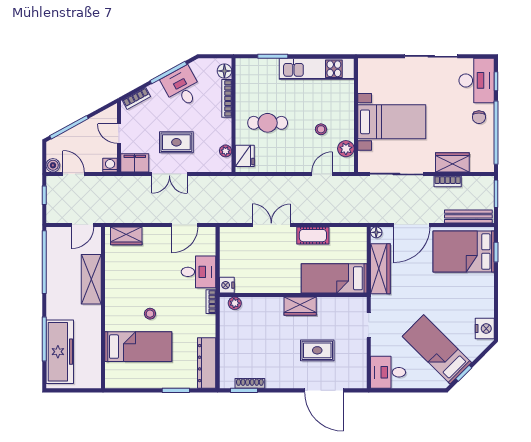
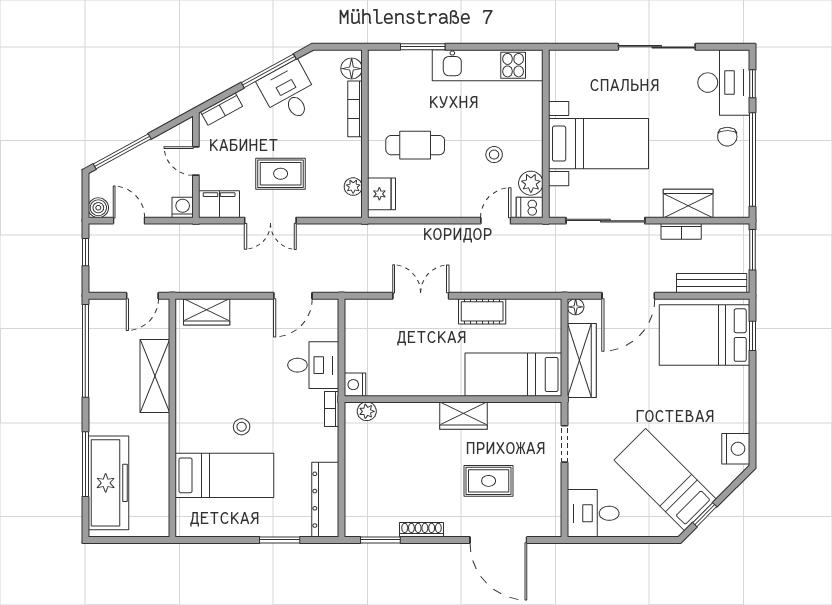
dishwasher: (345, 165) -> (530, 207), added
shoe rack: (250, 383) -> (422, 530), moved

